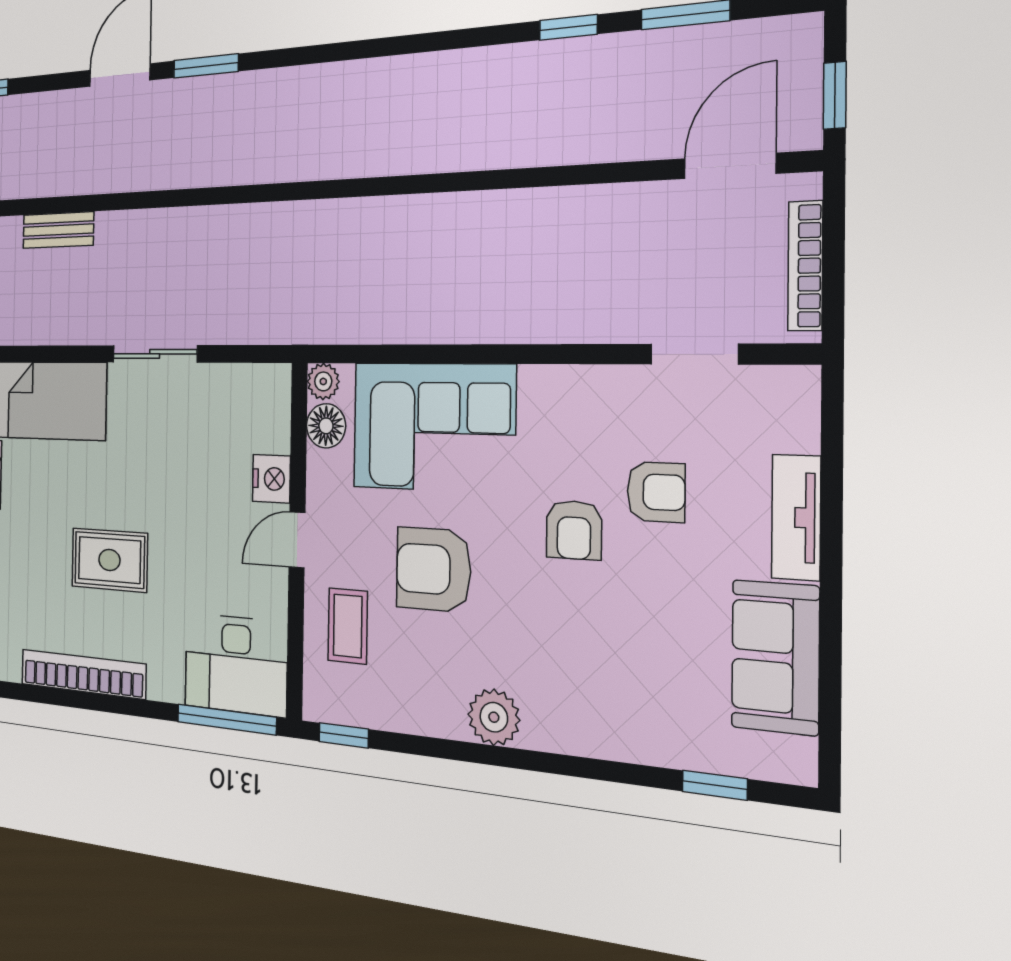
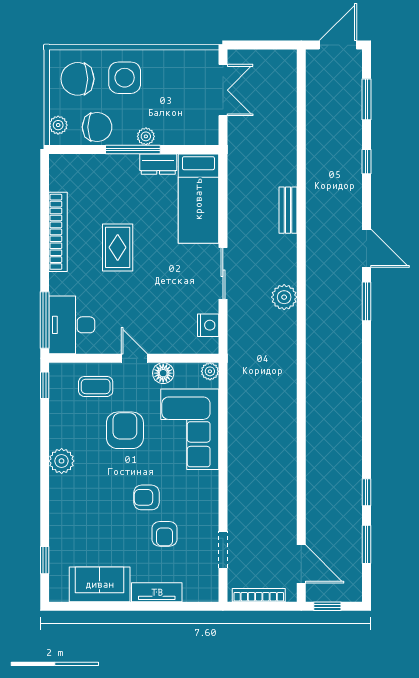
plant: (196, 231) -> (284, 297), added
floor lamp: (326, 426) -> (163, 373), moved
nightstand: (271, 479) -> (208, 325), moved, turned -90

